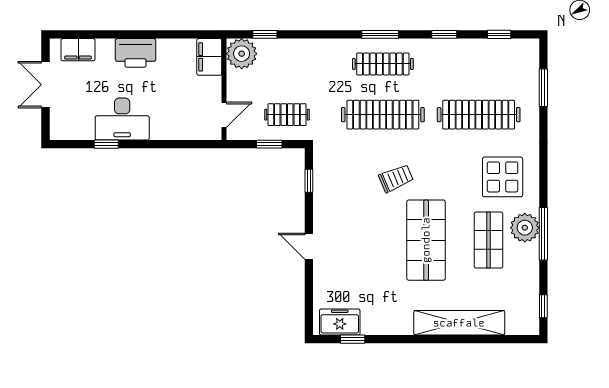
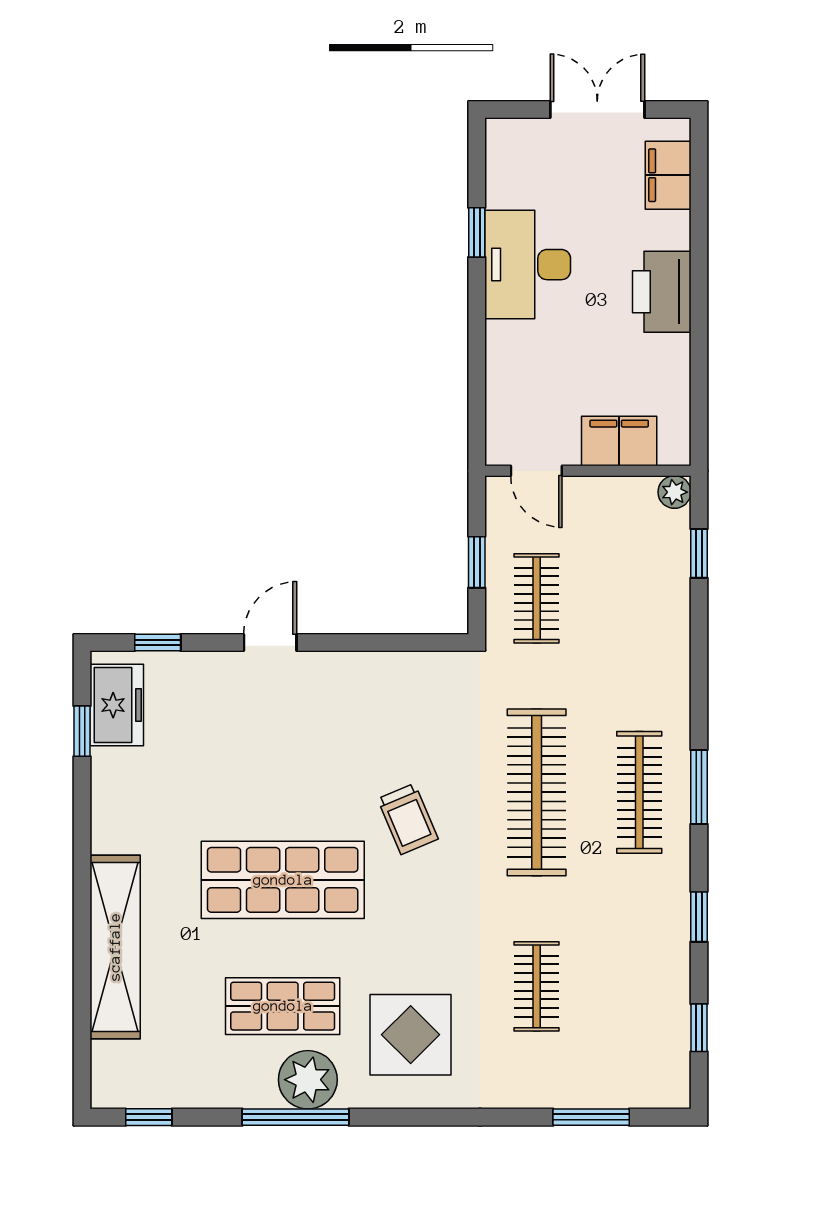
plant: (242, 54) -> (674, 492), width x0.53, depth x0.53
filing cabinet: (209, 57) -> (619, 441), moved
clothes rail: (479, 115) -> (537, 986), width x0.54, depth x0.76
window: (309, 181) -> (158, 643), moved

